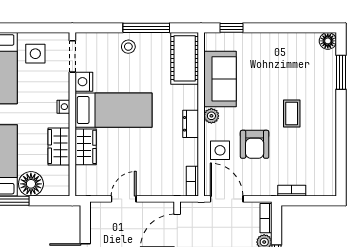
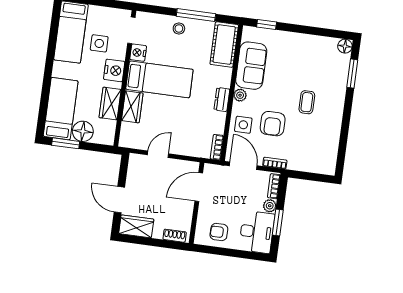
side table: (35, 54) -> (99, 43), moved
nightstand: (63, 107) -> (114, 70), width x1.89, depth x1.79
bookcase: (292, 191) -> (275, 163), moved

